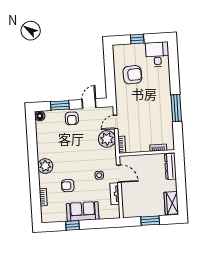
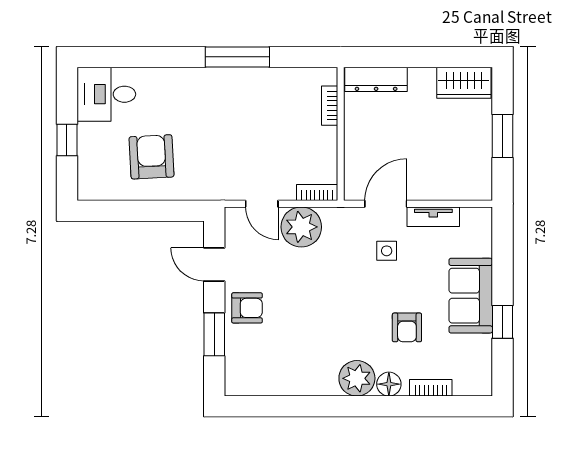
floor lamp: (40, 116) -> (389, 384), moved

